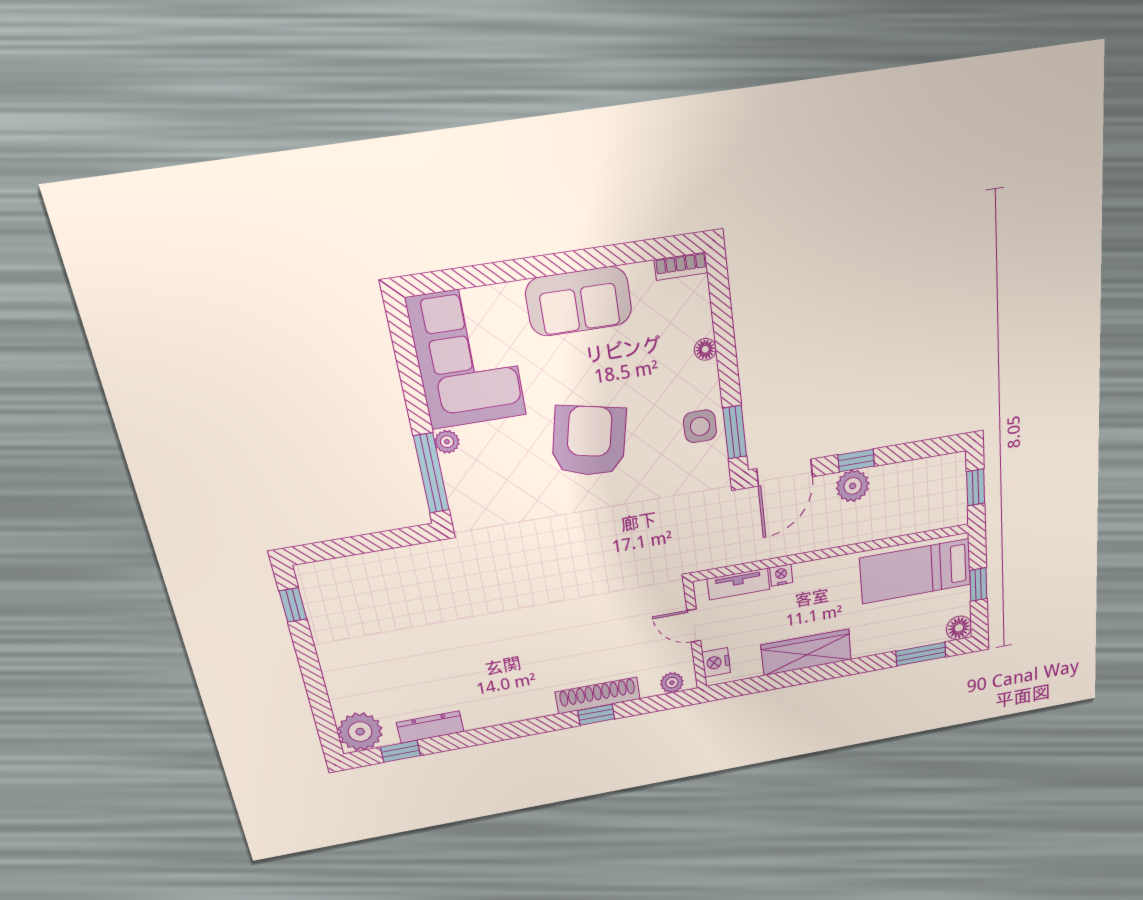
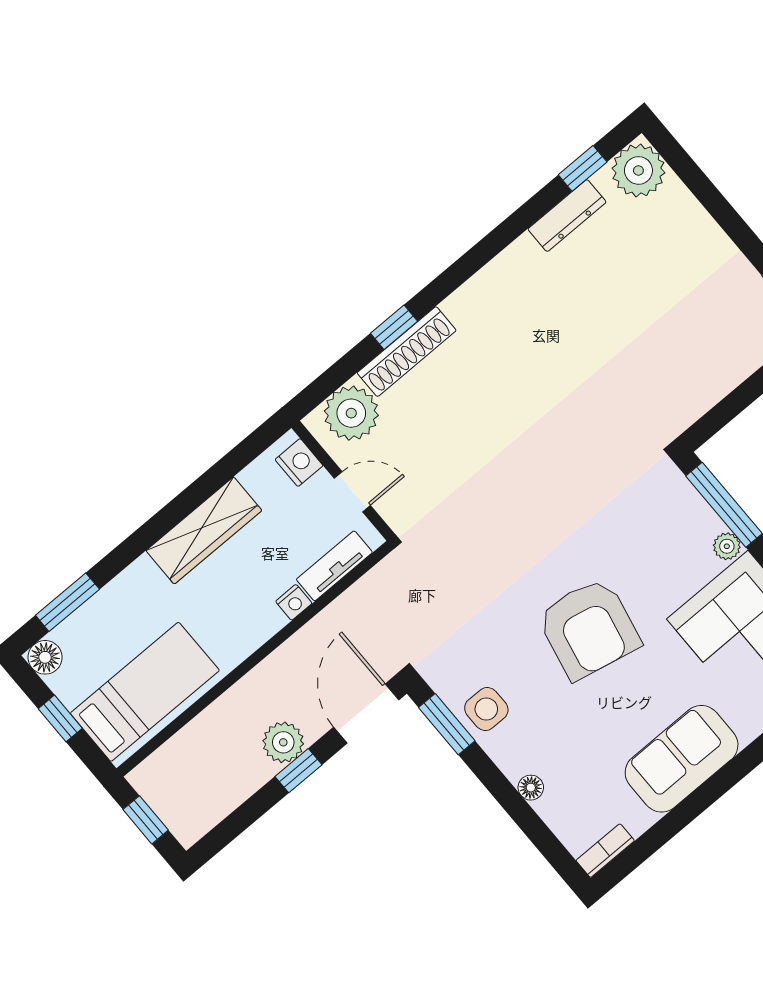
plant: (672, 683) -> (351, 413), width x1.87, depth x1.87

